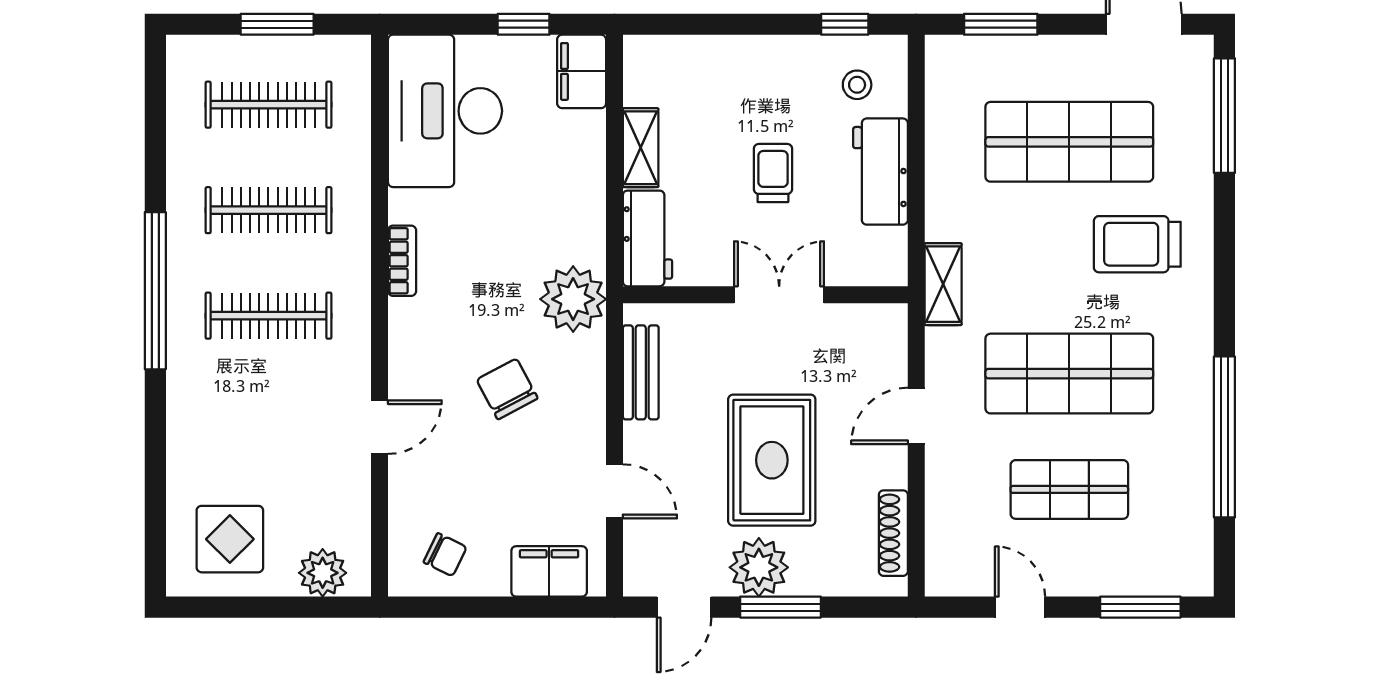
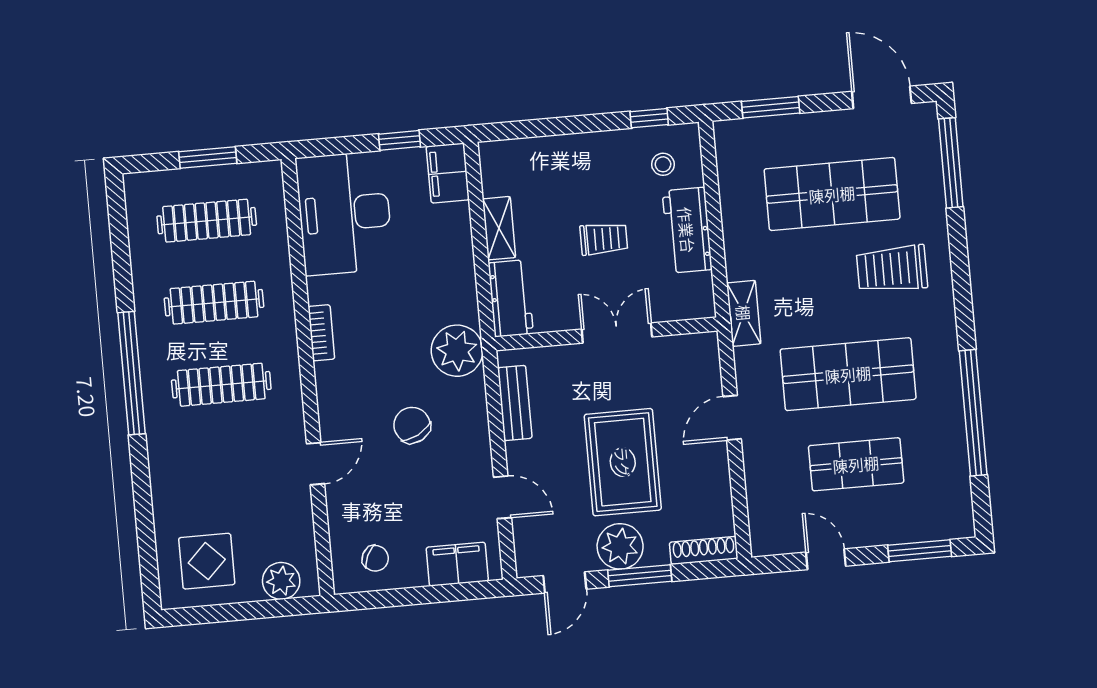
trolley: (773, 173) -> (604, 239), turned 90
shoe rack: (893, 533) -> (704, 550), moved, turned 90

